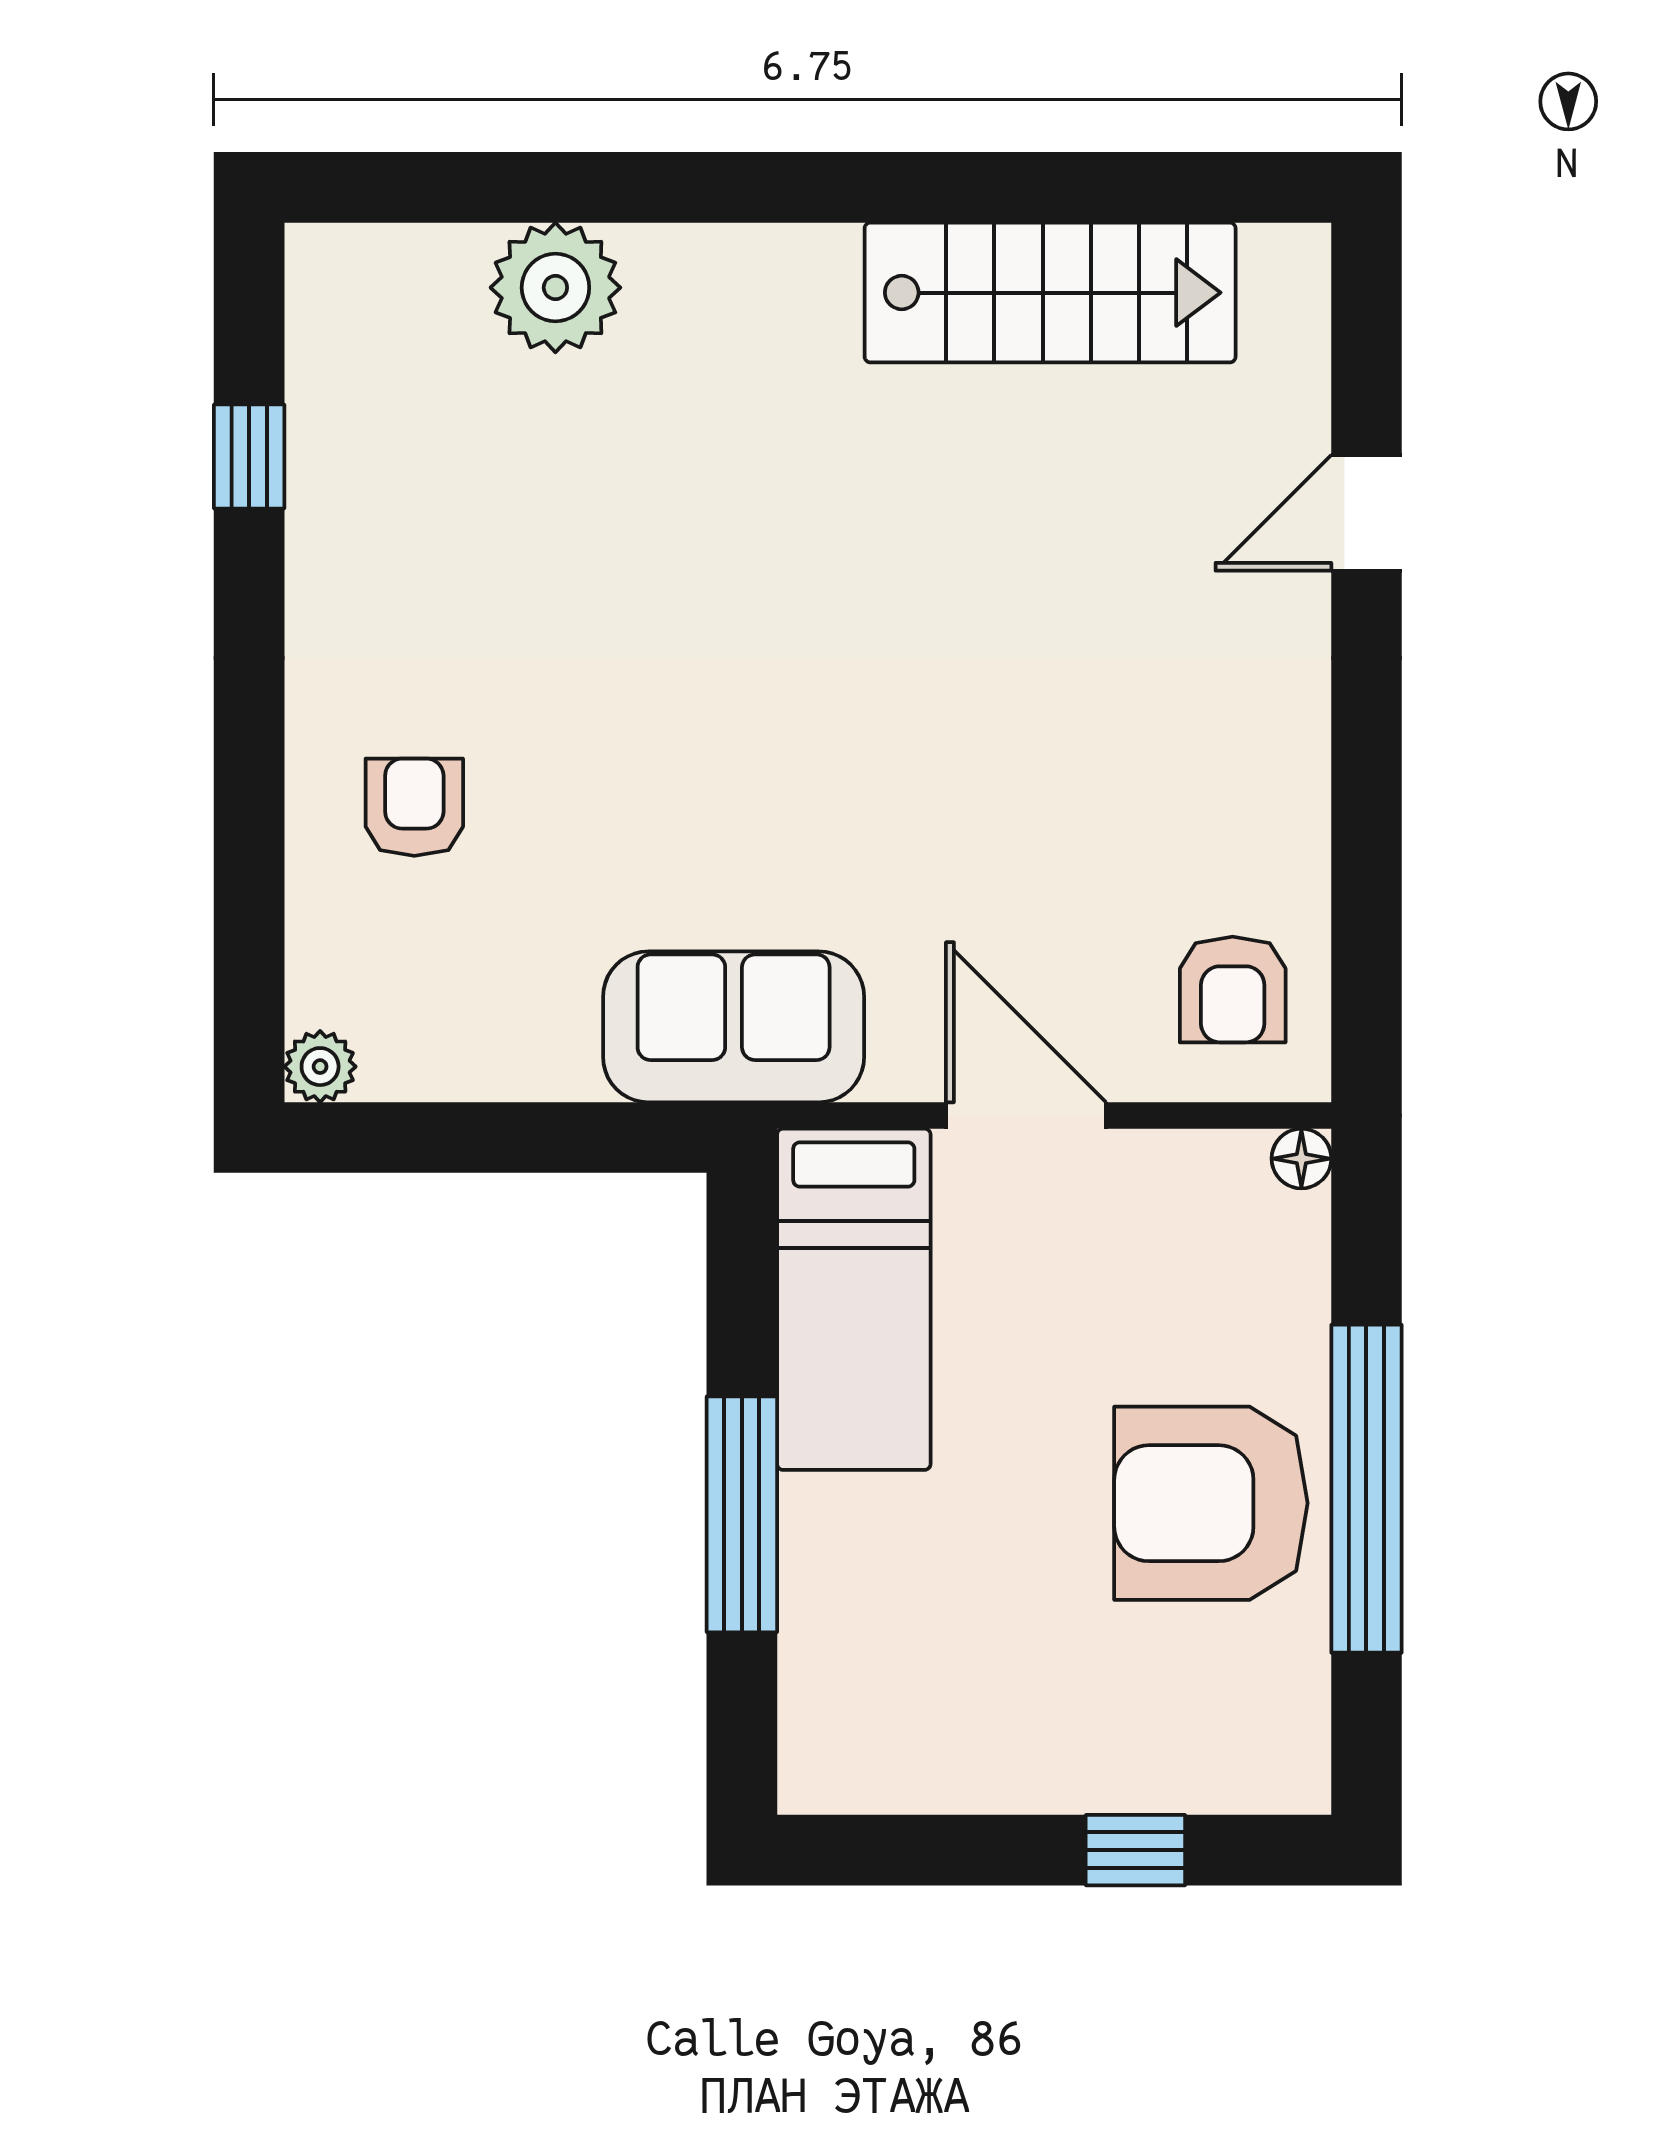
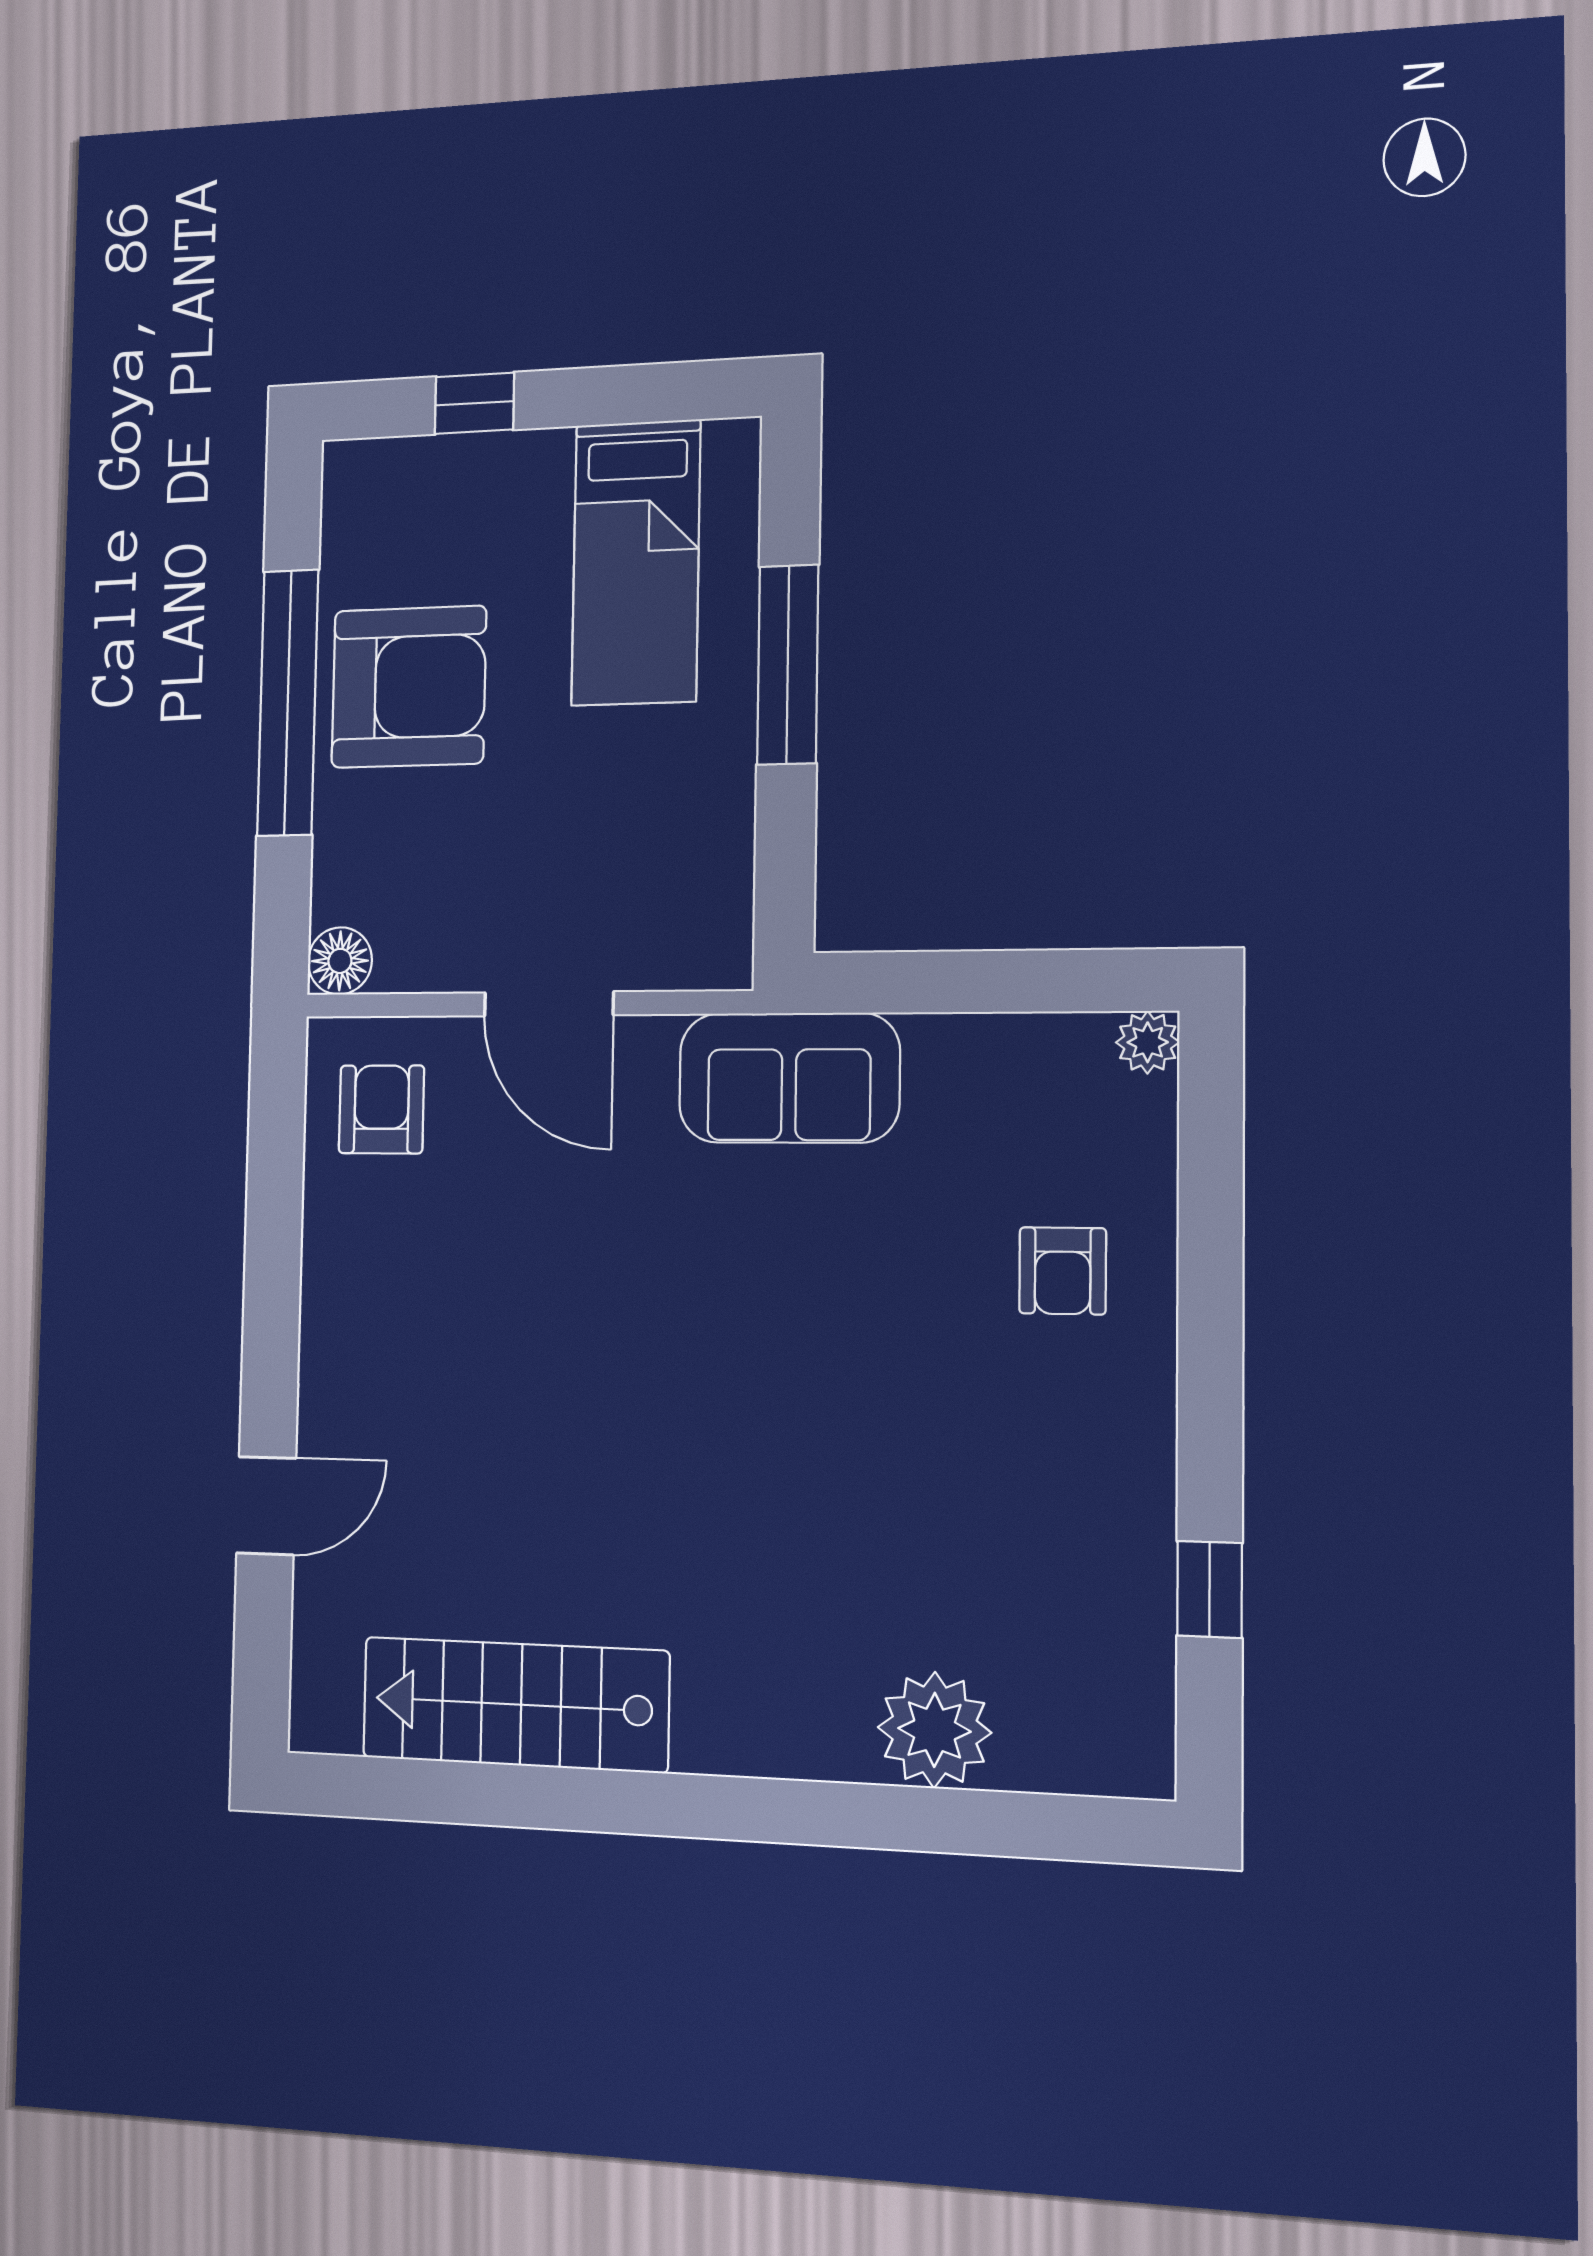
floor lamp: (1301, 1159) -> (340, 961), width x1.37, depth x1.37
bed: (854, 1299) -> (636, 563), moved, turned 180

